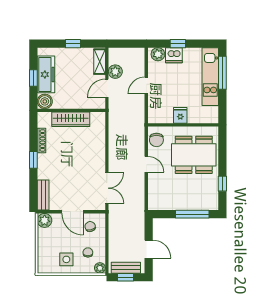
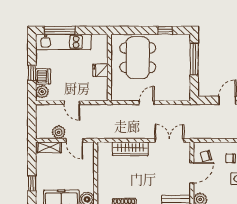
window: (73, 44) -> (32, 184), moved
wardrobe: (71, 119) -> (130, 149), moved, turned 90
chair: (156, 140) -> (124, 93), removed

